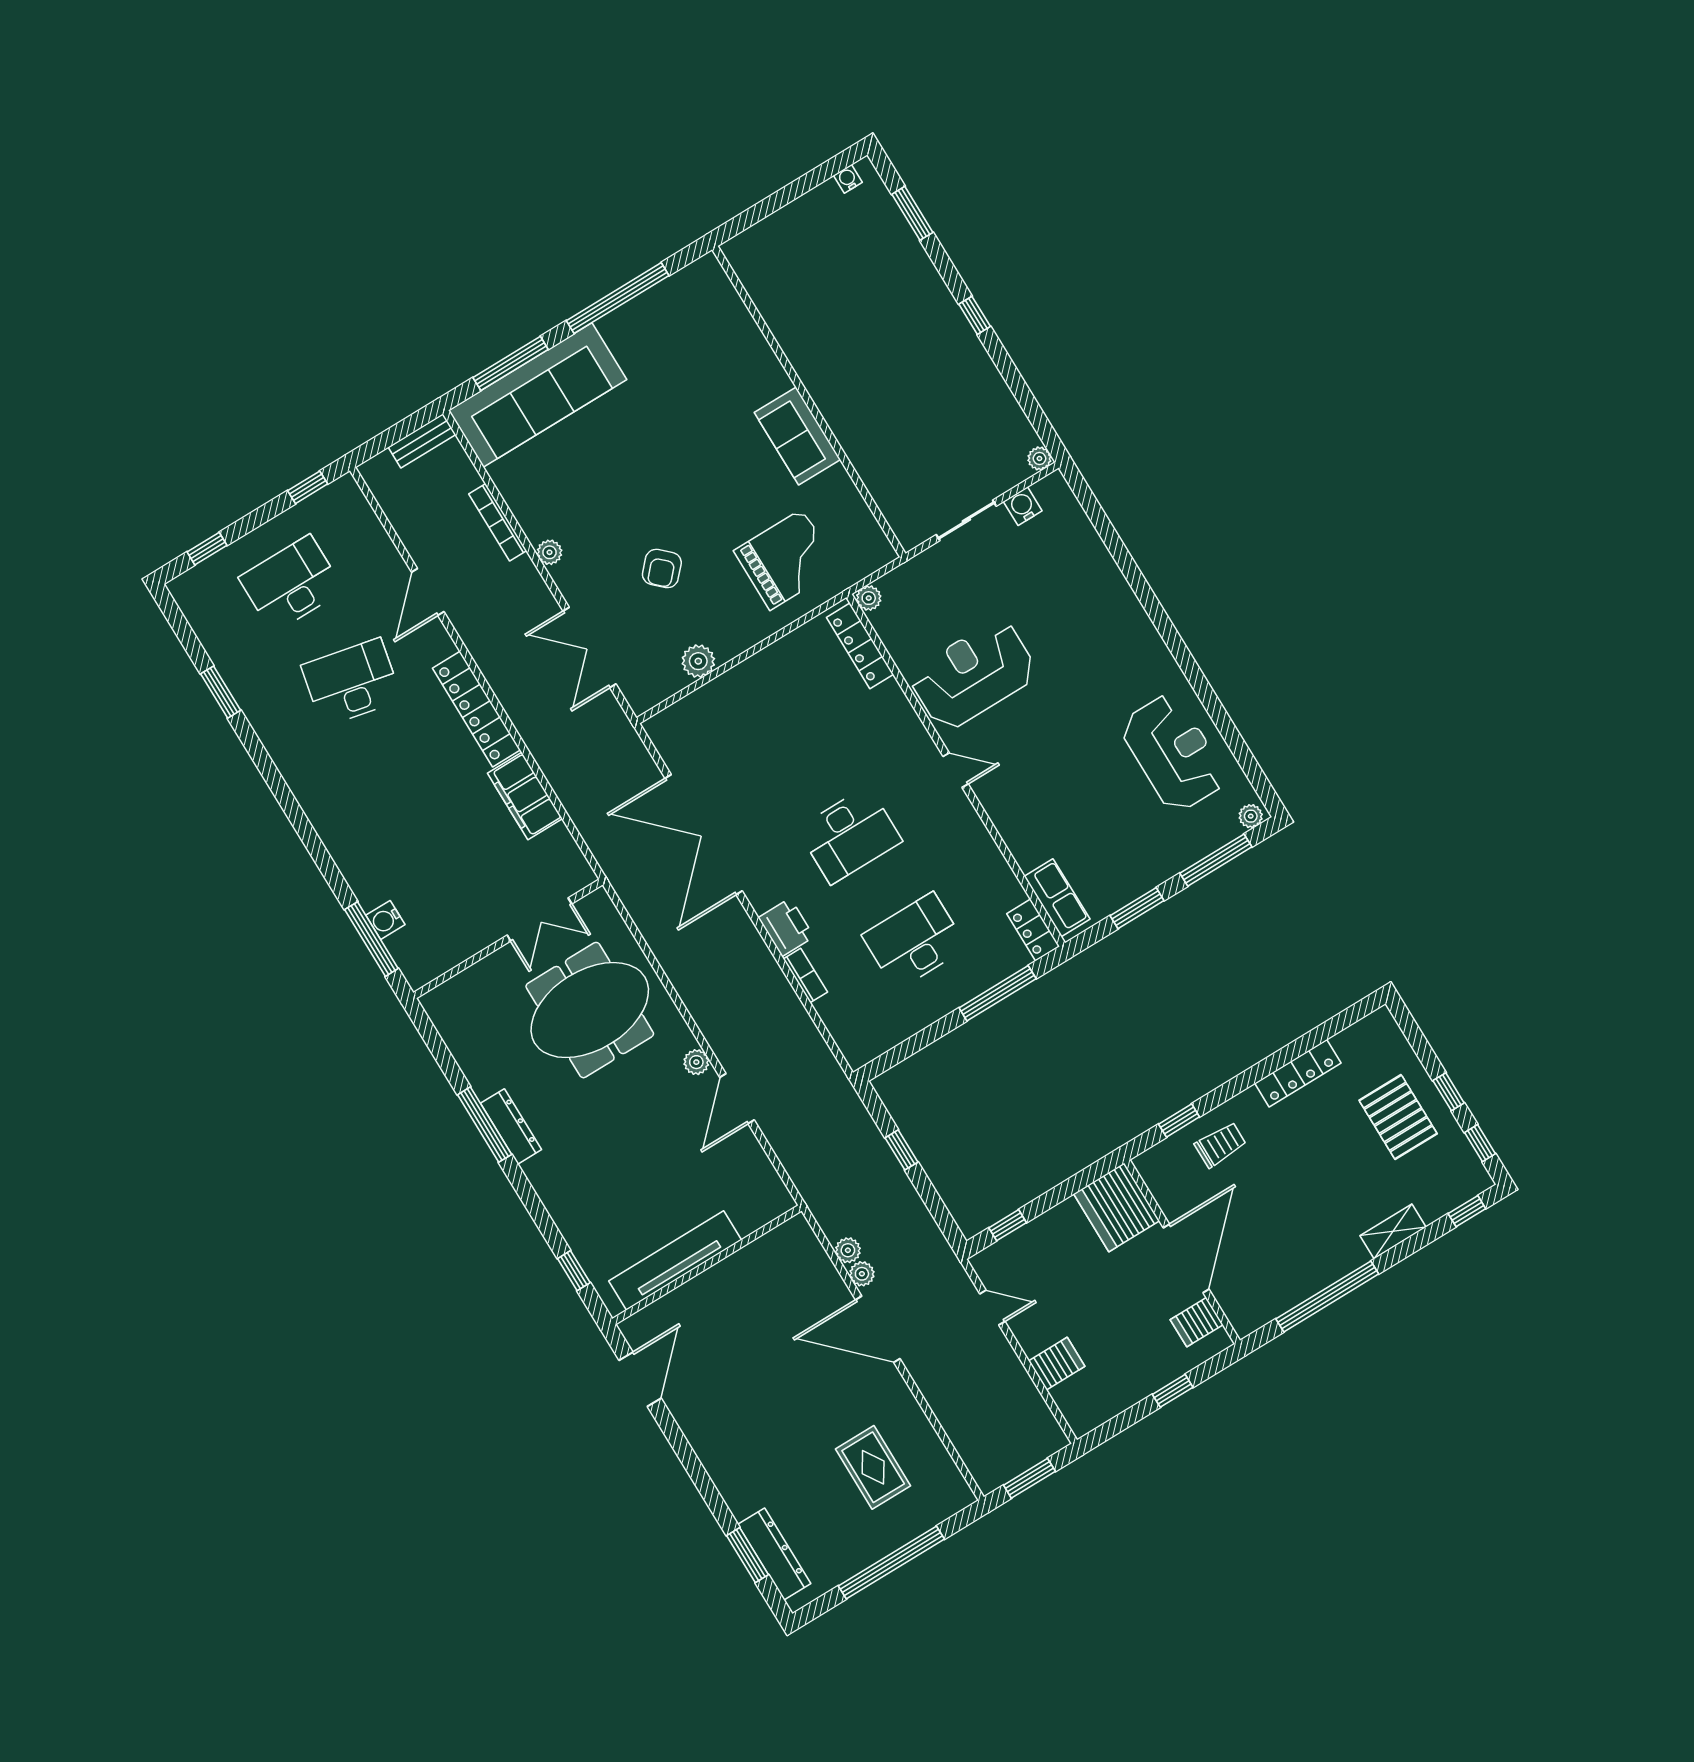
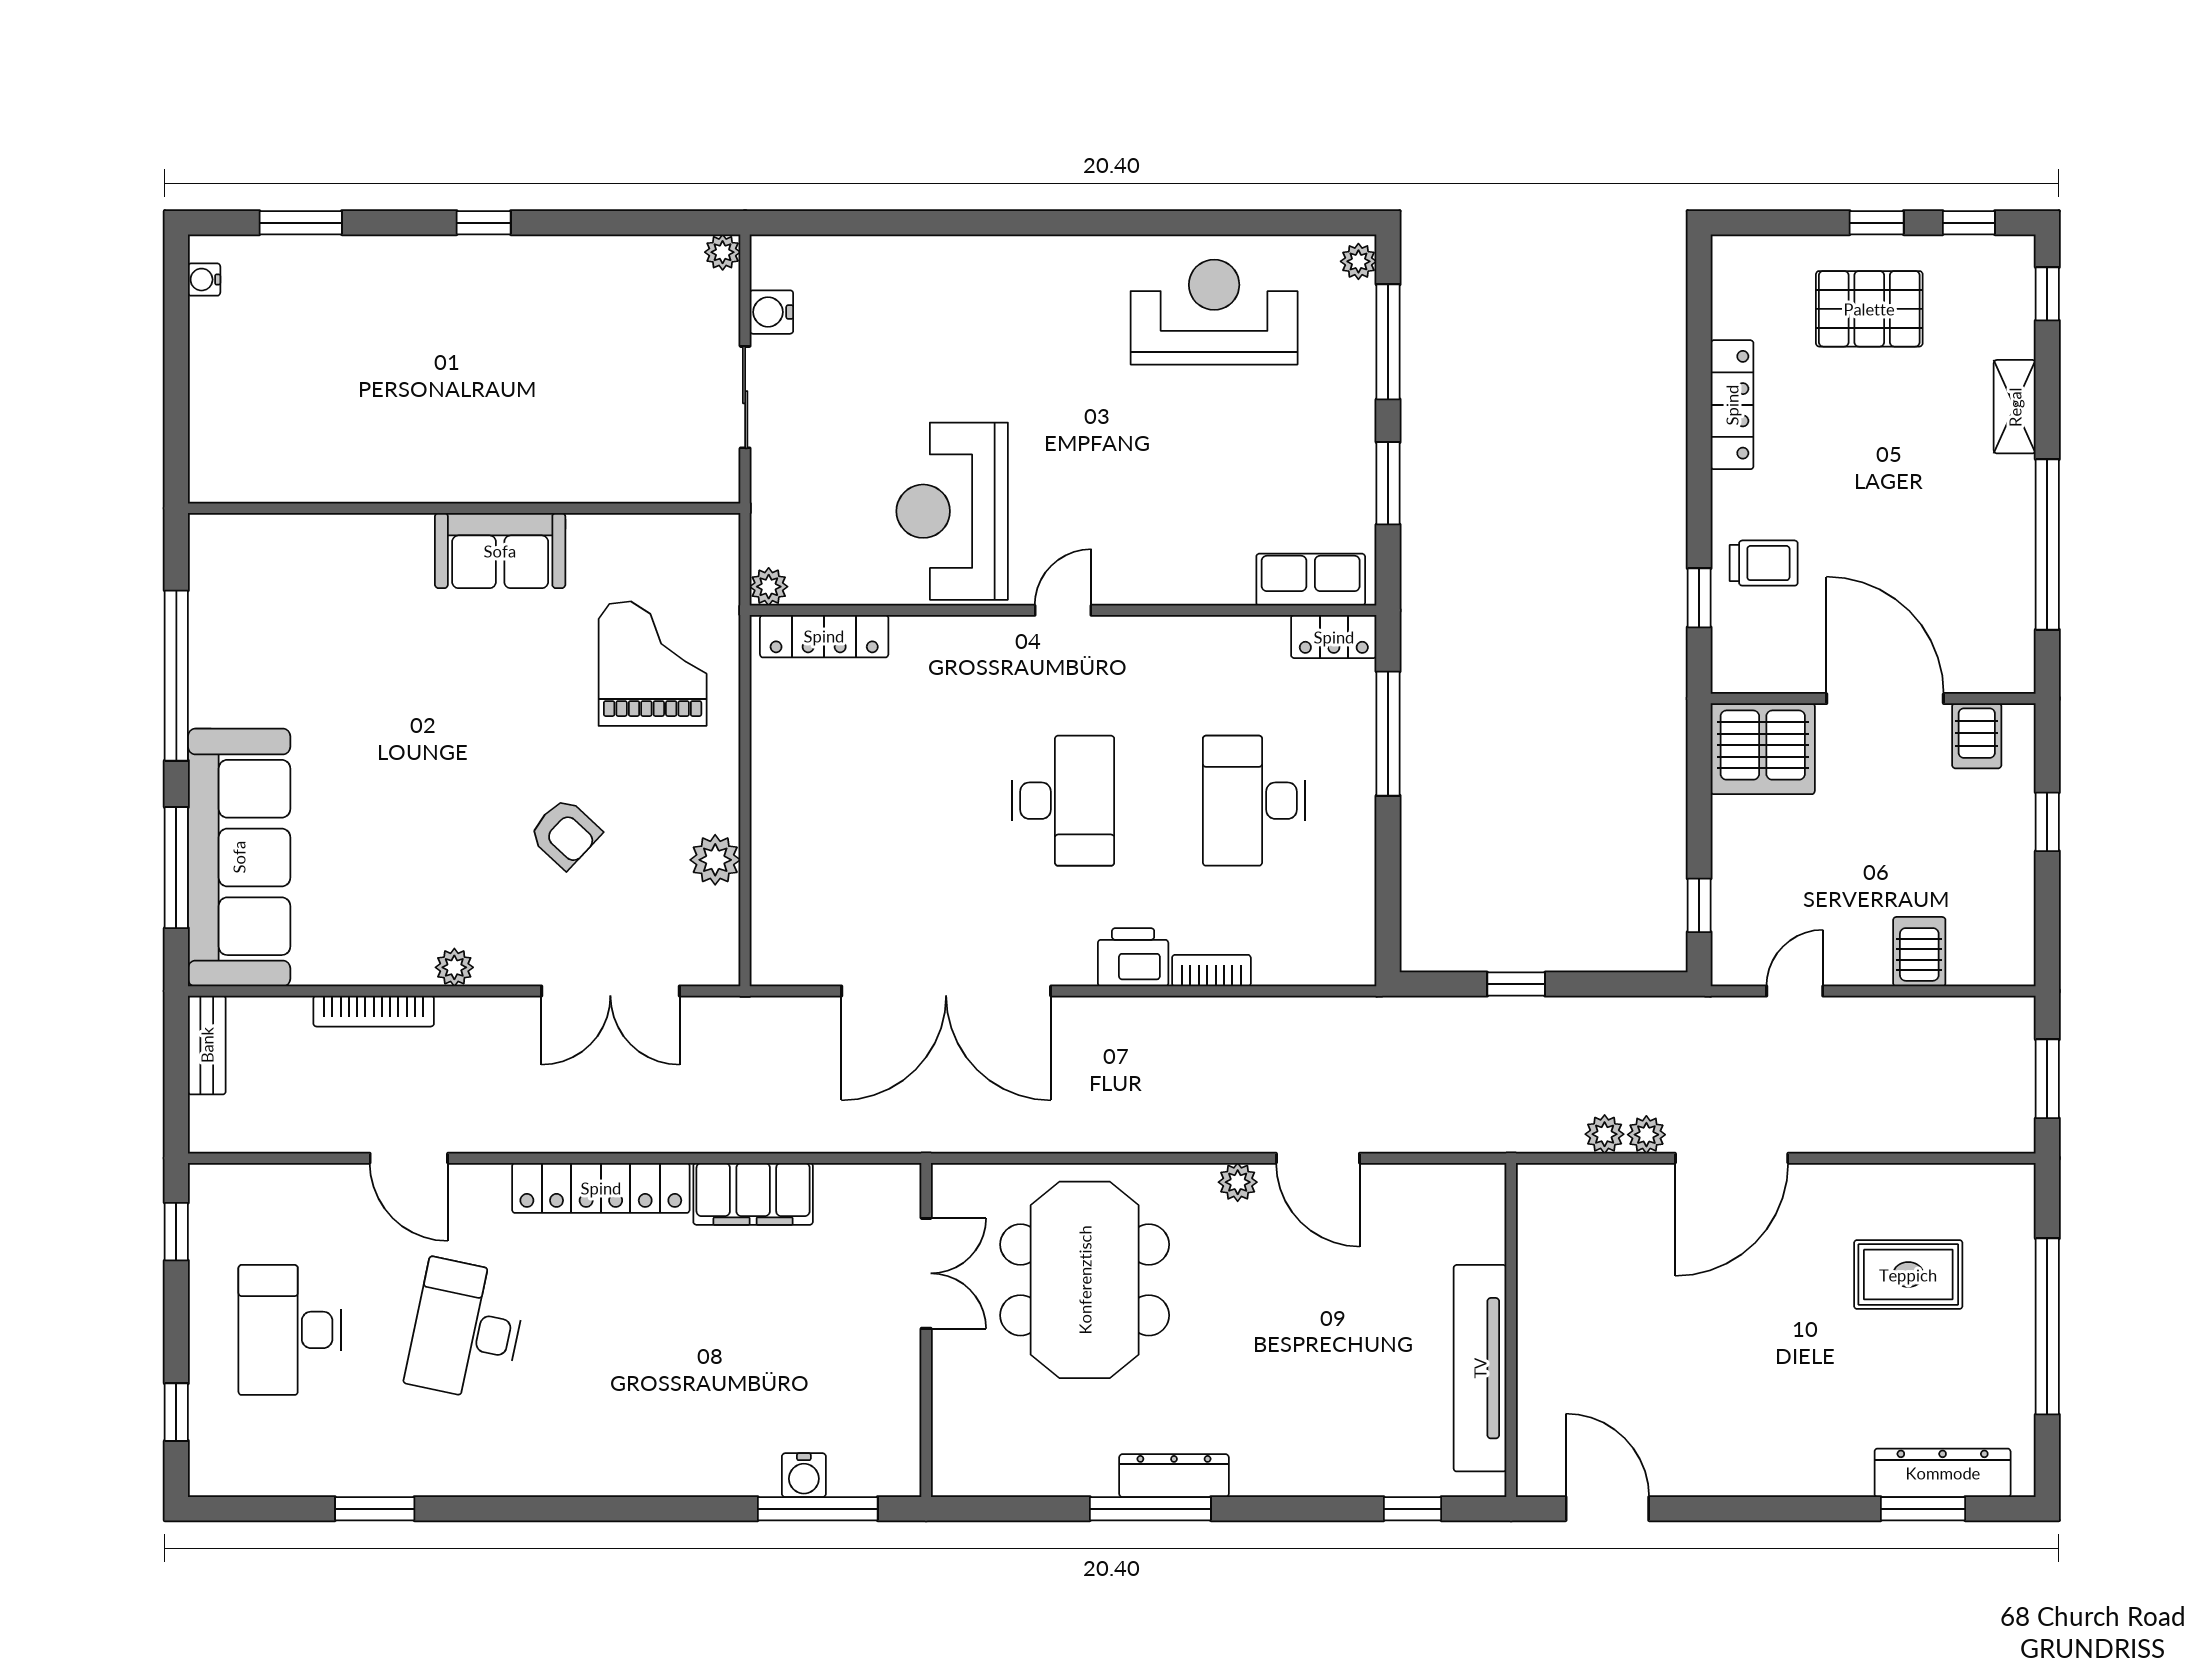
trolley: (1220, 1145) -> (1764, 563), turned 90

